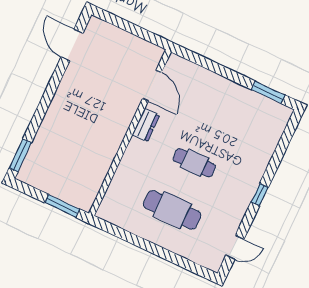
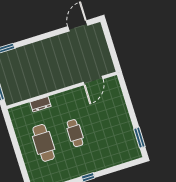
dresser: (146, 125) -> (41, 104), moved

